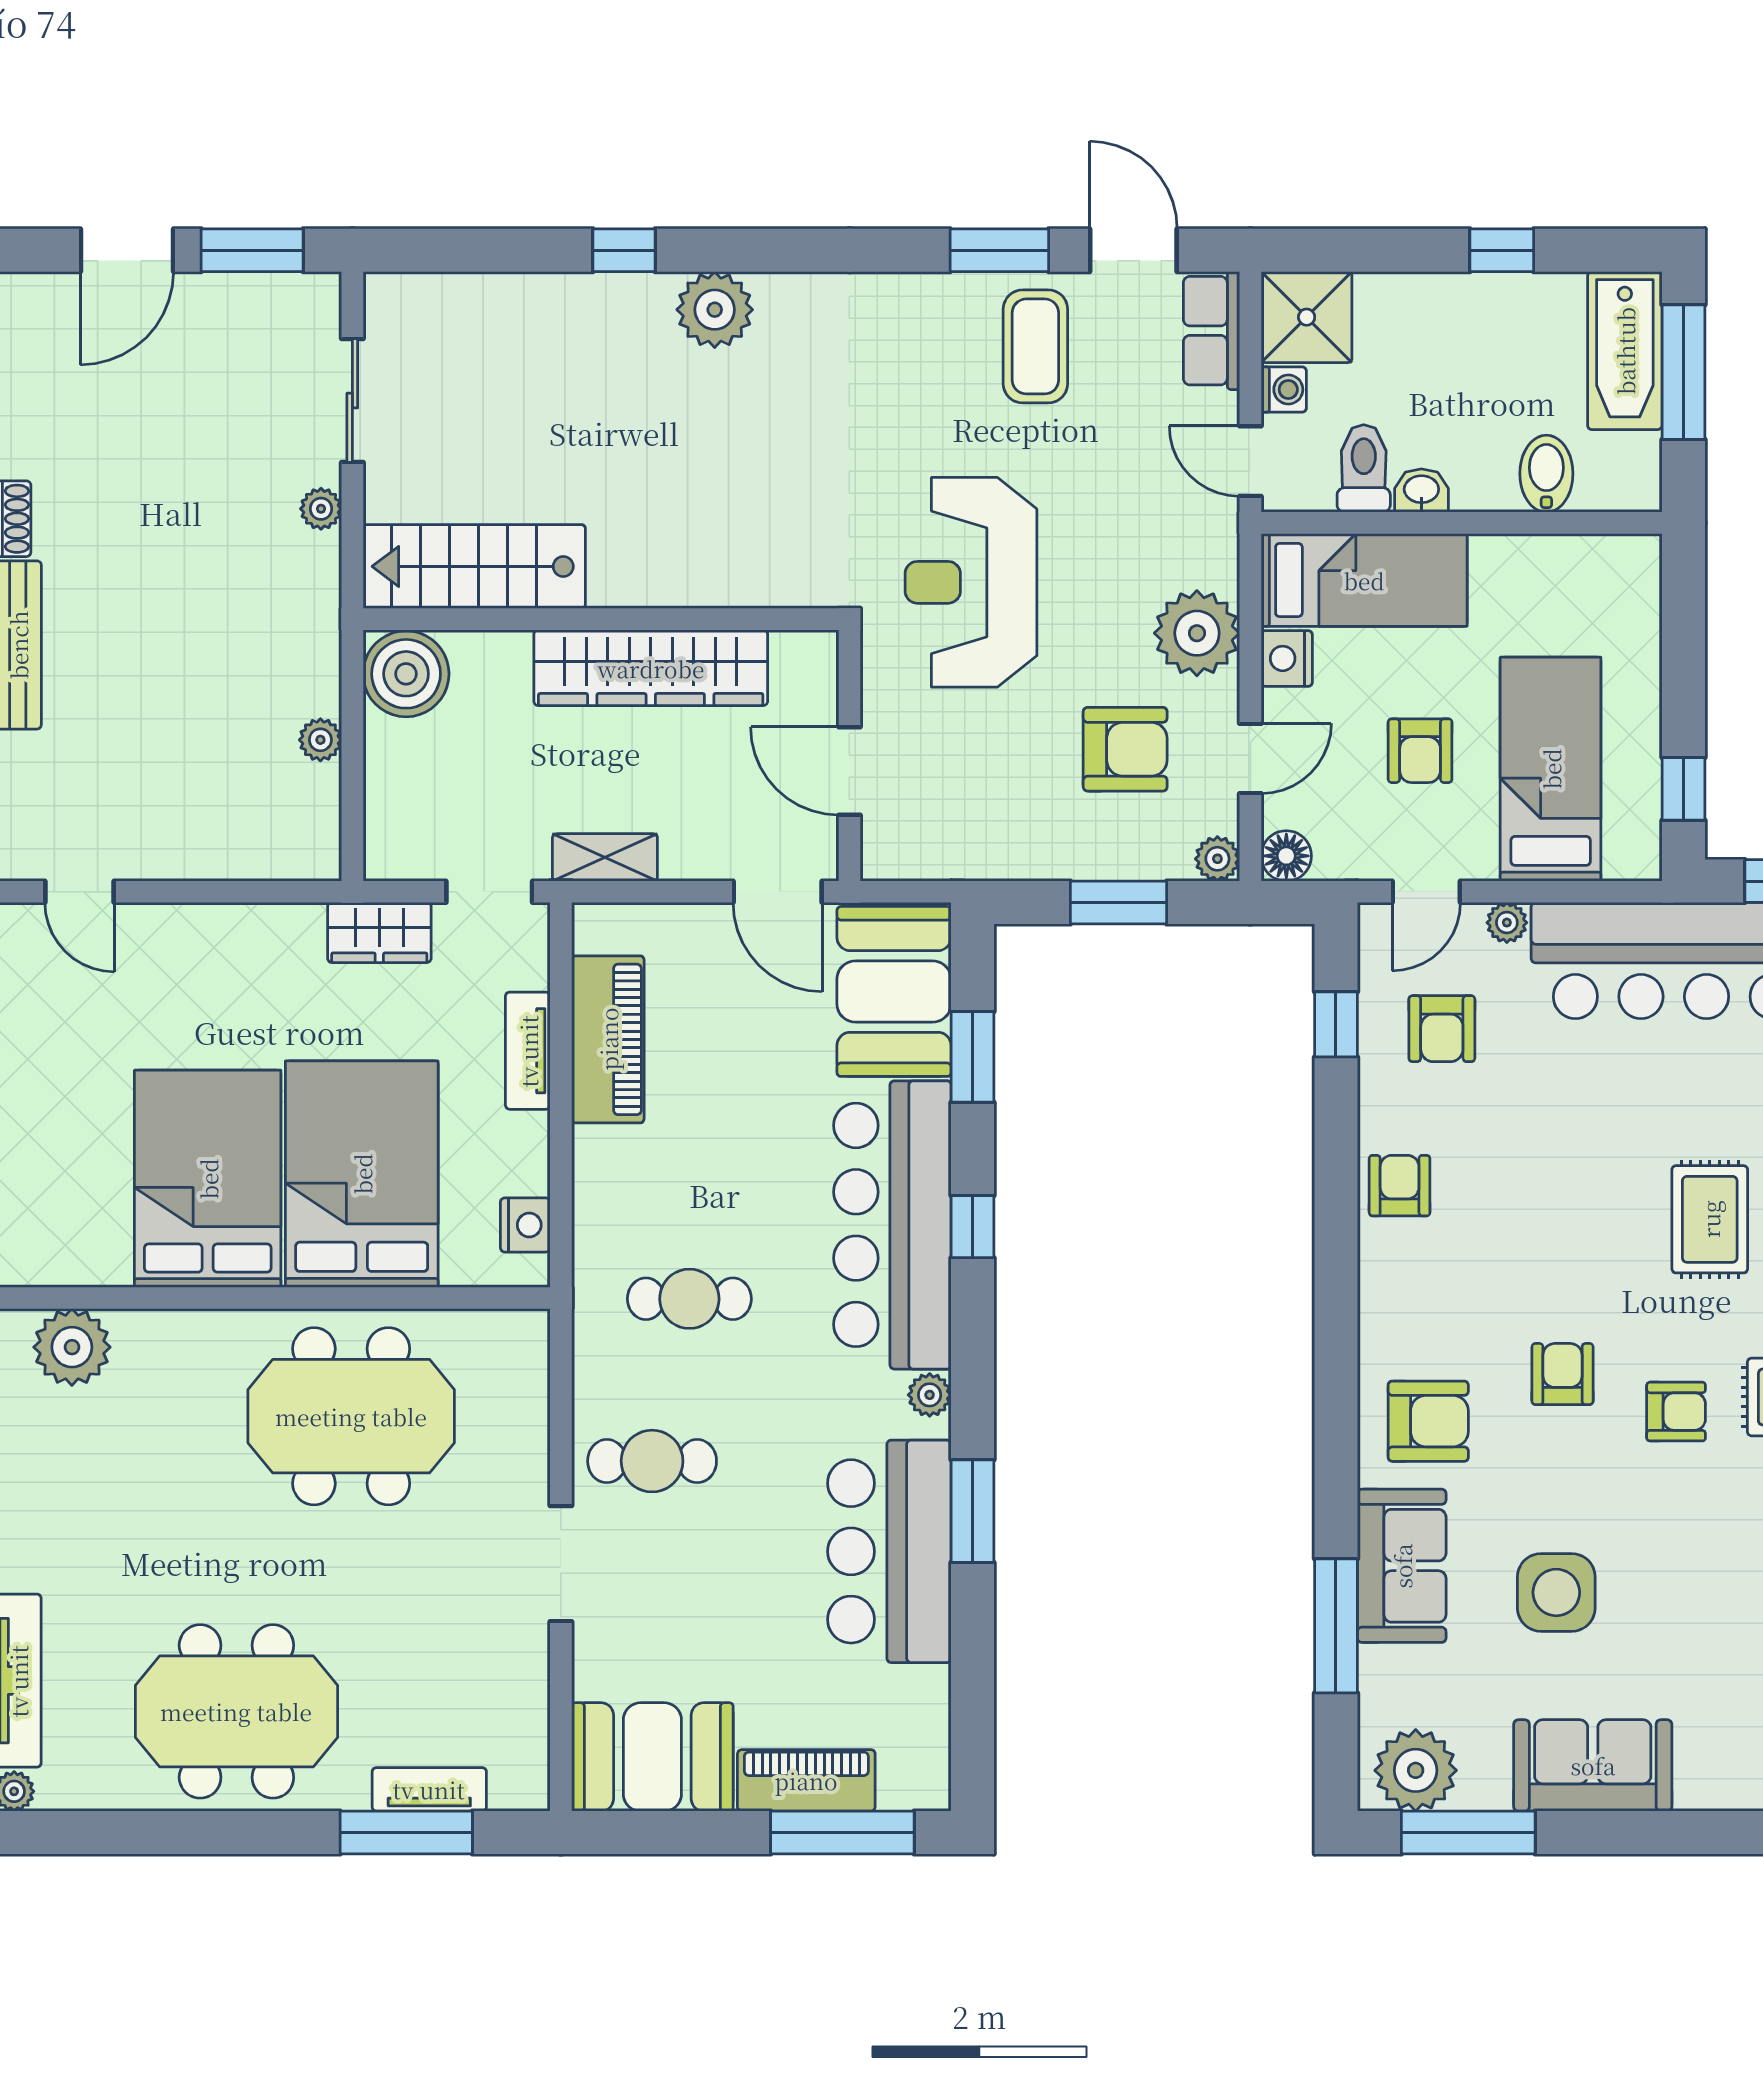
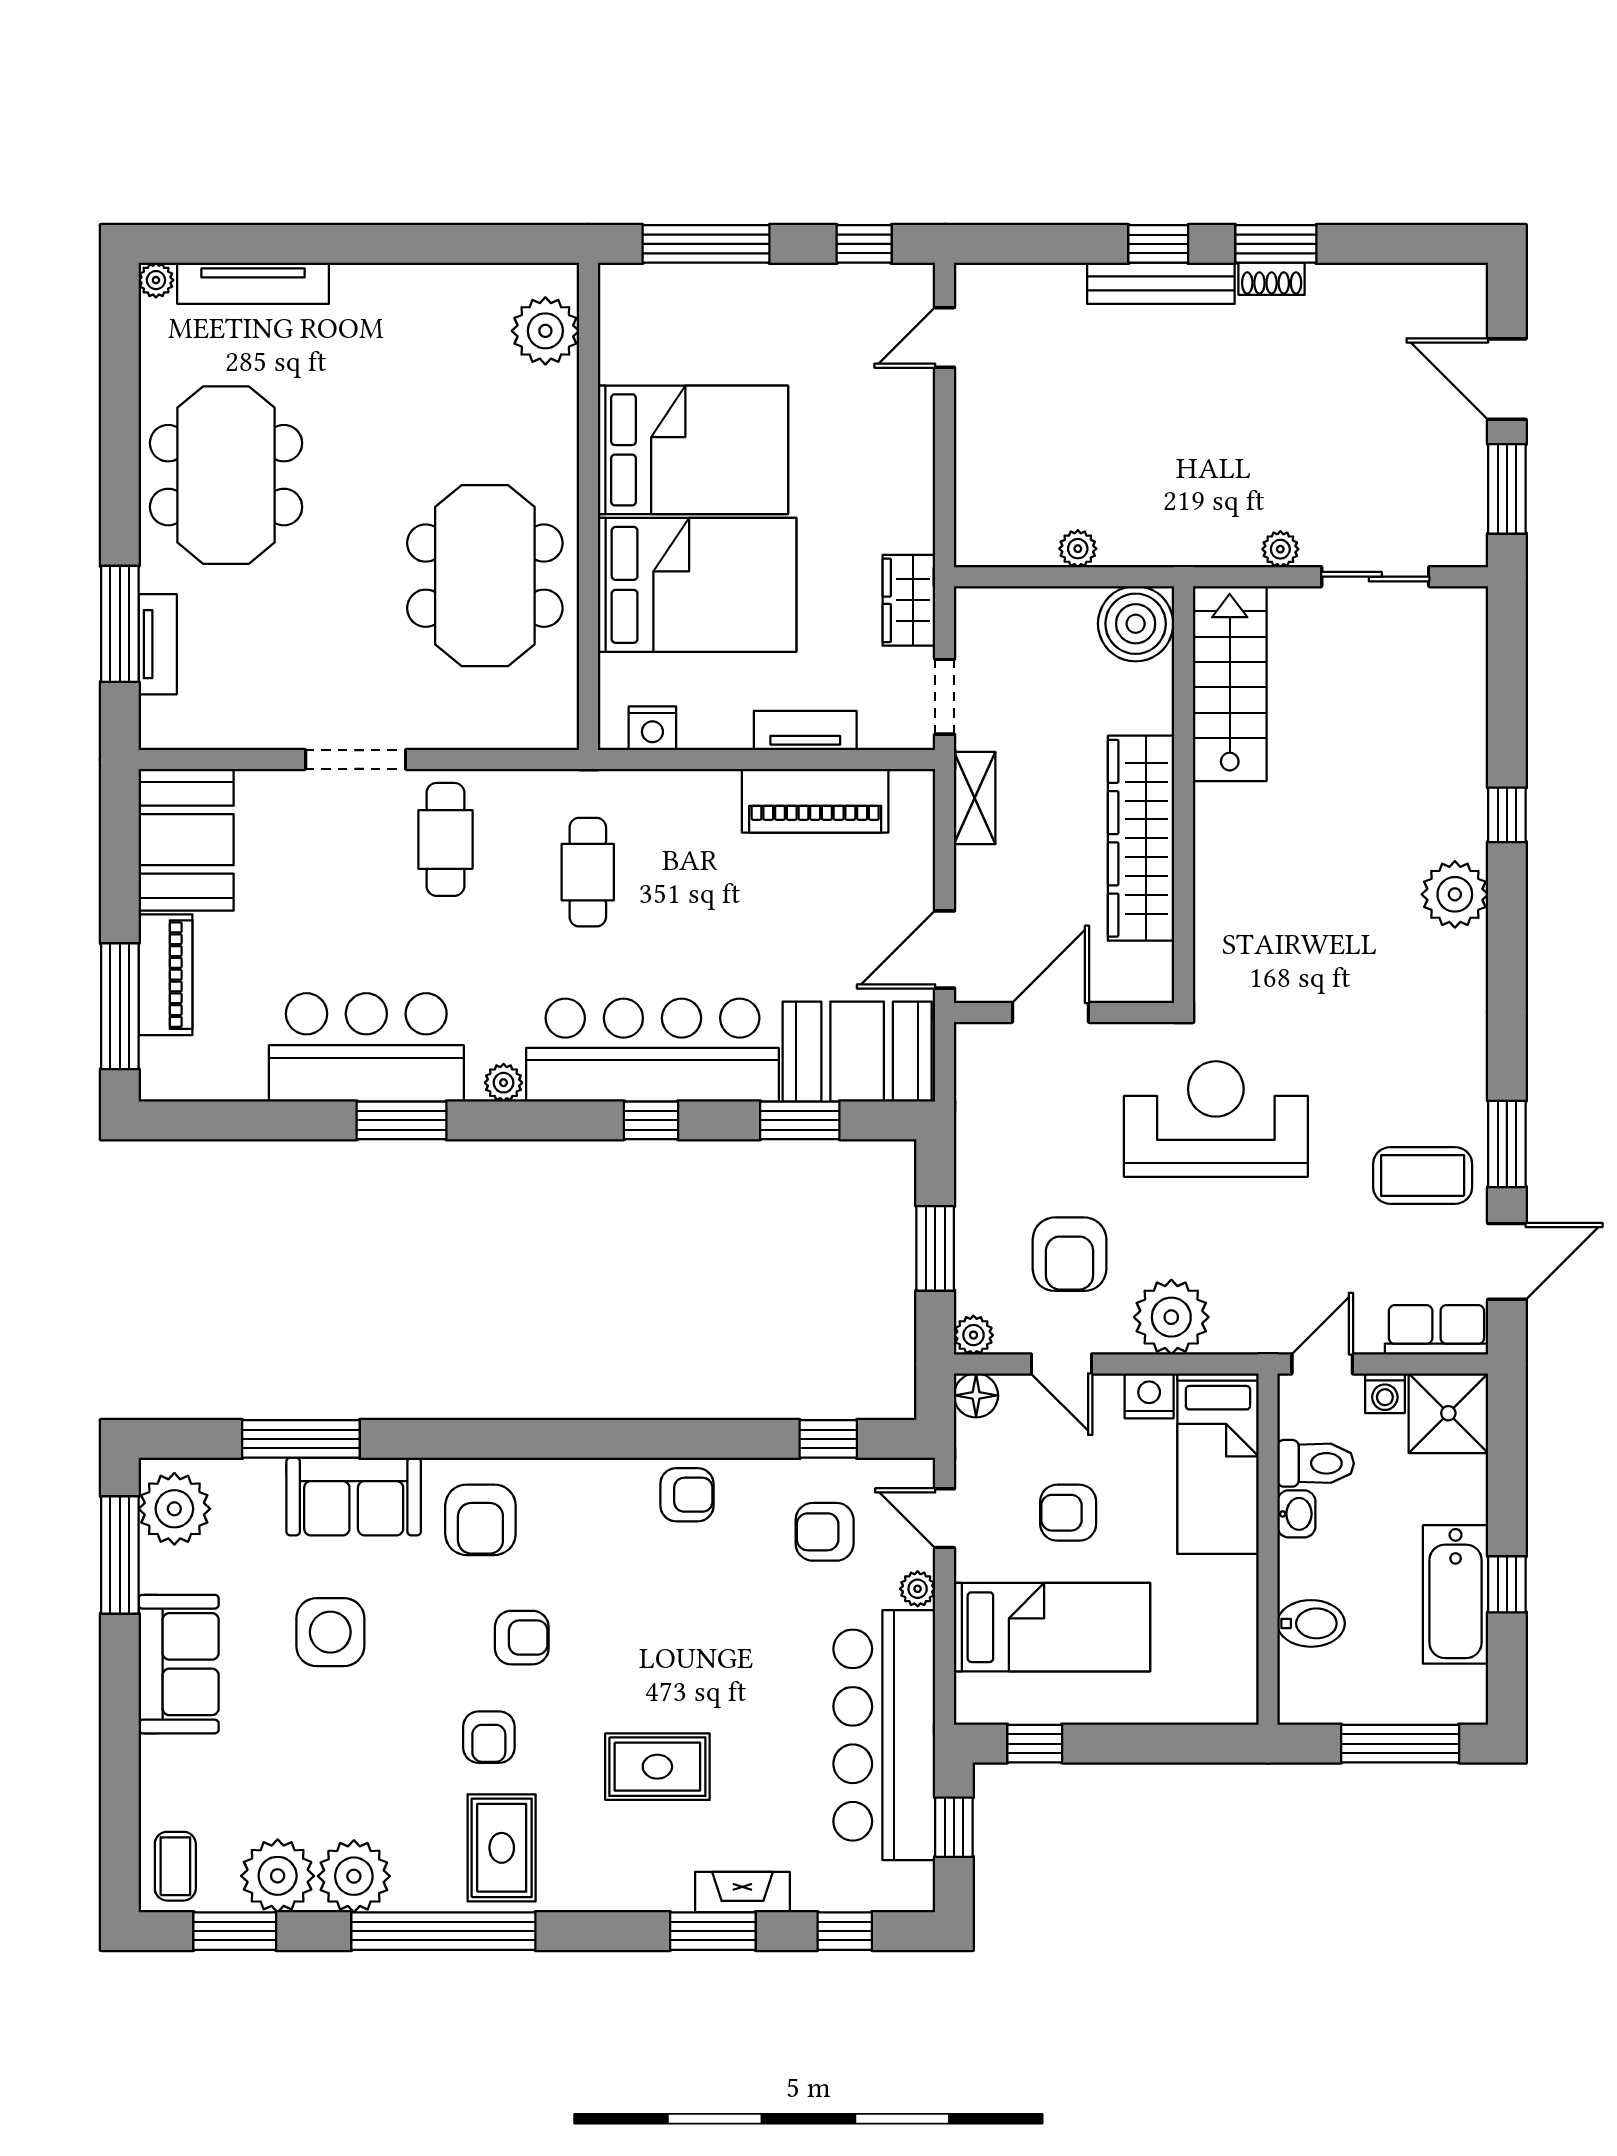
bathtub: (1625, 351) -> (1456, 1594), moved, turned -90

